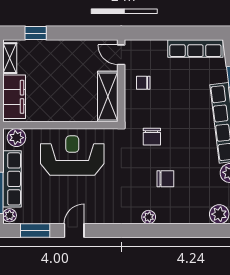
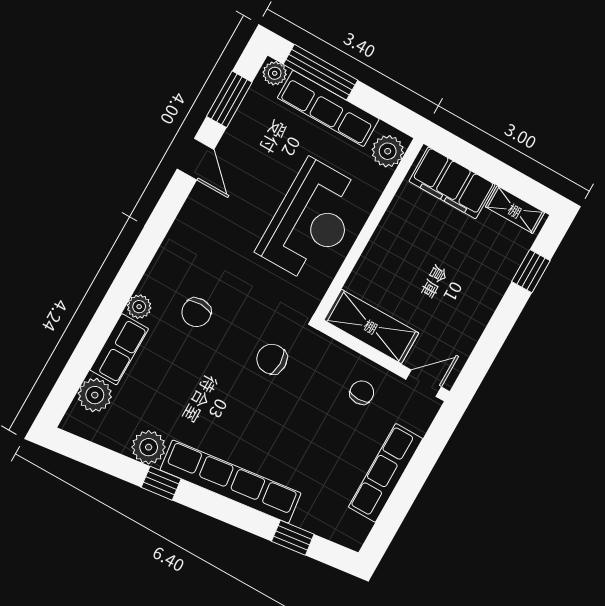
row of seats: (195, 49) -> (386, 473), moved
chair: (165, 179) -> (196, 312), moved
row of seats: (190, 215) -> (119, 349), added
plant: (149, 217) -> (139, 307), moved

